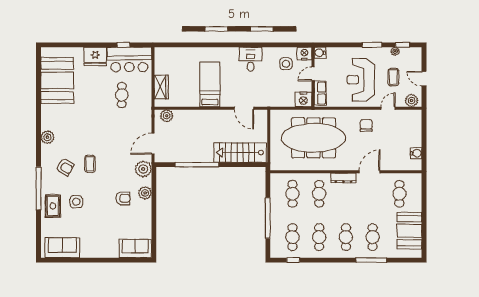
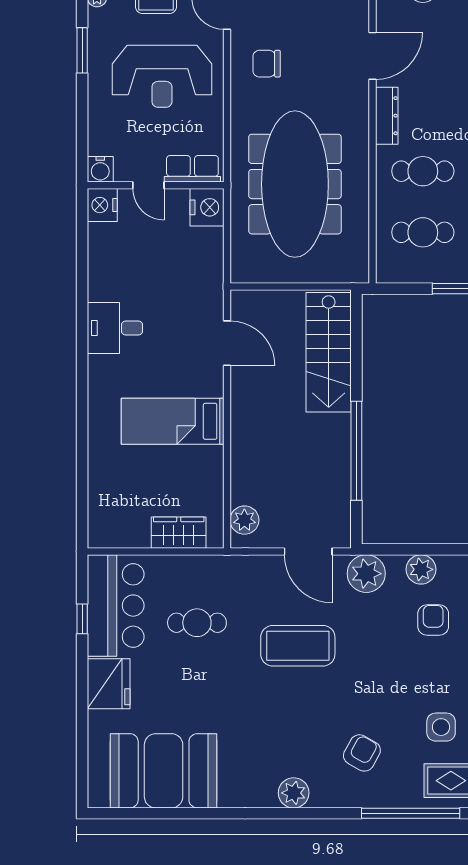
side table: (286, 64) -> (125, 247), removed
door: (244, 108) -> (227, 343), hinge flipped
coffee table: (90, 164) -> (298, 646), moved, width x1.86, depth x1.72
door: (370, 172) -> (372, 56), swing flipped

